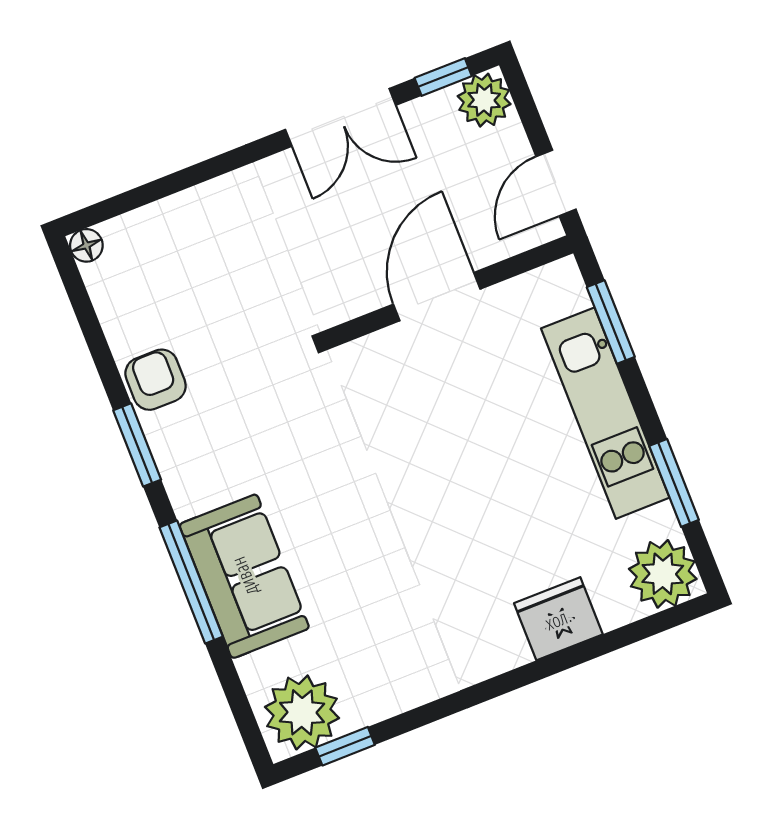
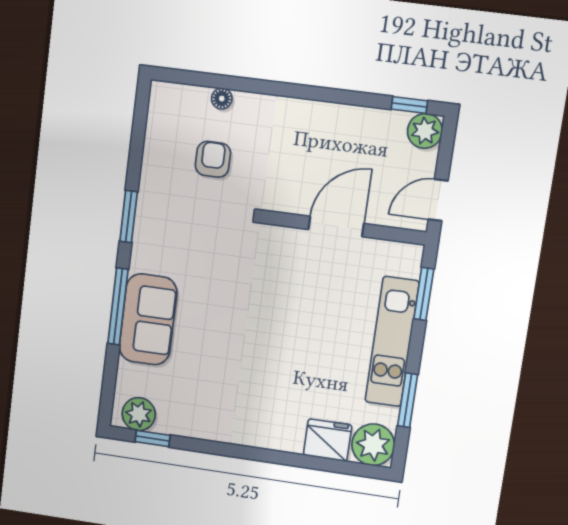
double door: (341, 117) -> (339, 96), removed
floor lamp: (86, 245) -> (222, 99), moved
armchair: (156, 380) -> (213, 159), moved
fridge: (558, 619) -> (328, 440), moved
plant: (302, 712) -> (139, 414), width x0.73, depth x0.73

